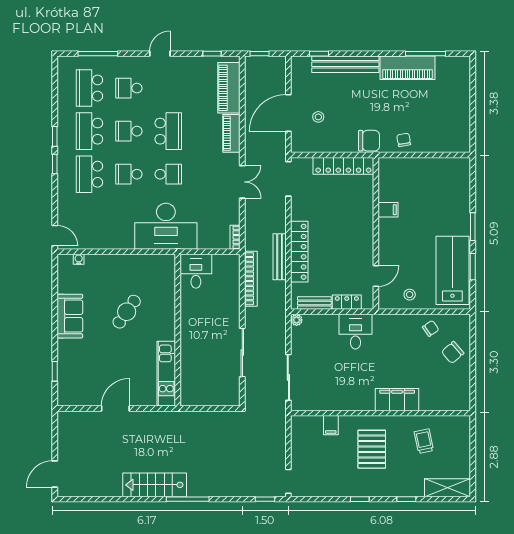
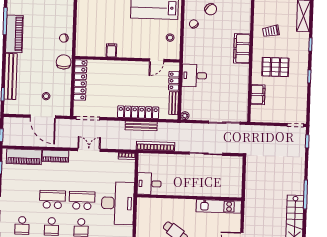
school desk: (168, 174) -> (82, 200), width x1.85
door: (376, 276) -> (157, 60), swing flipped
filing cabinet: (331, 425) -> (258, 95), width x2.00

